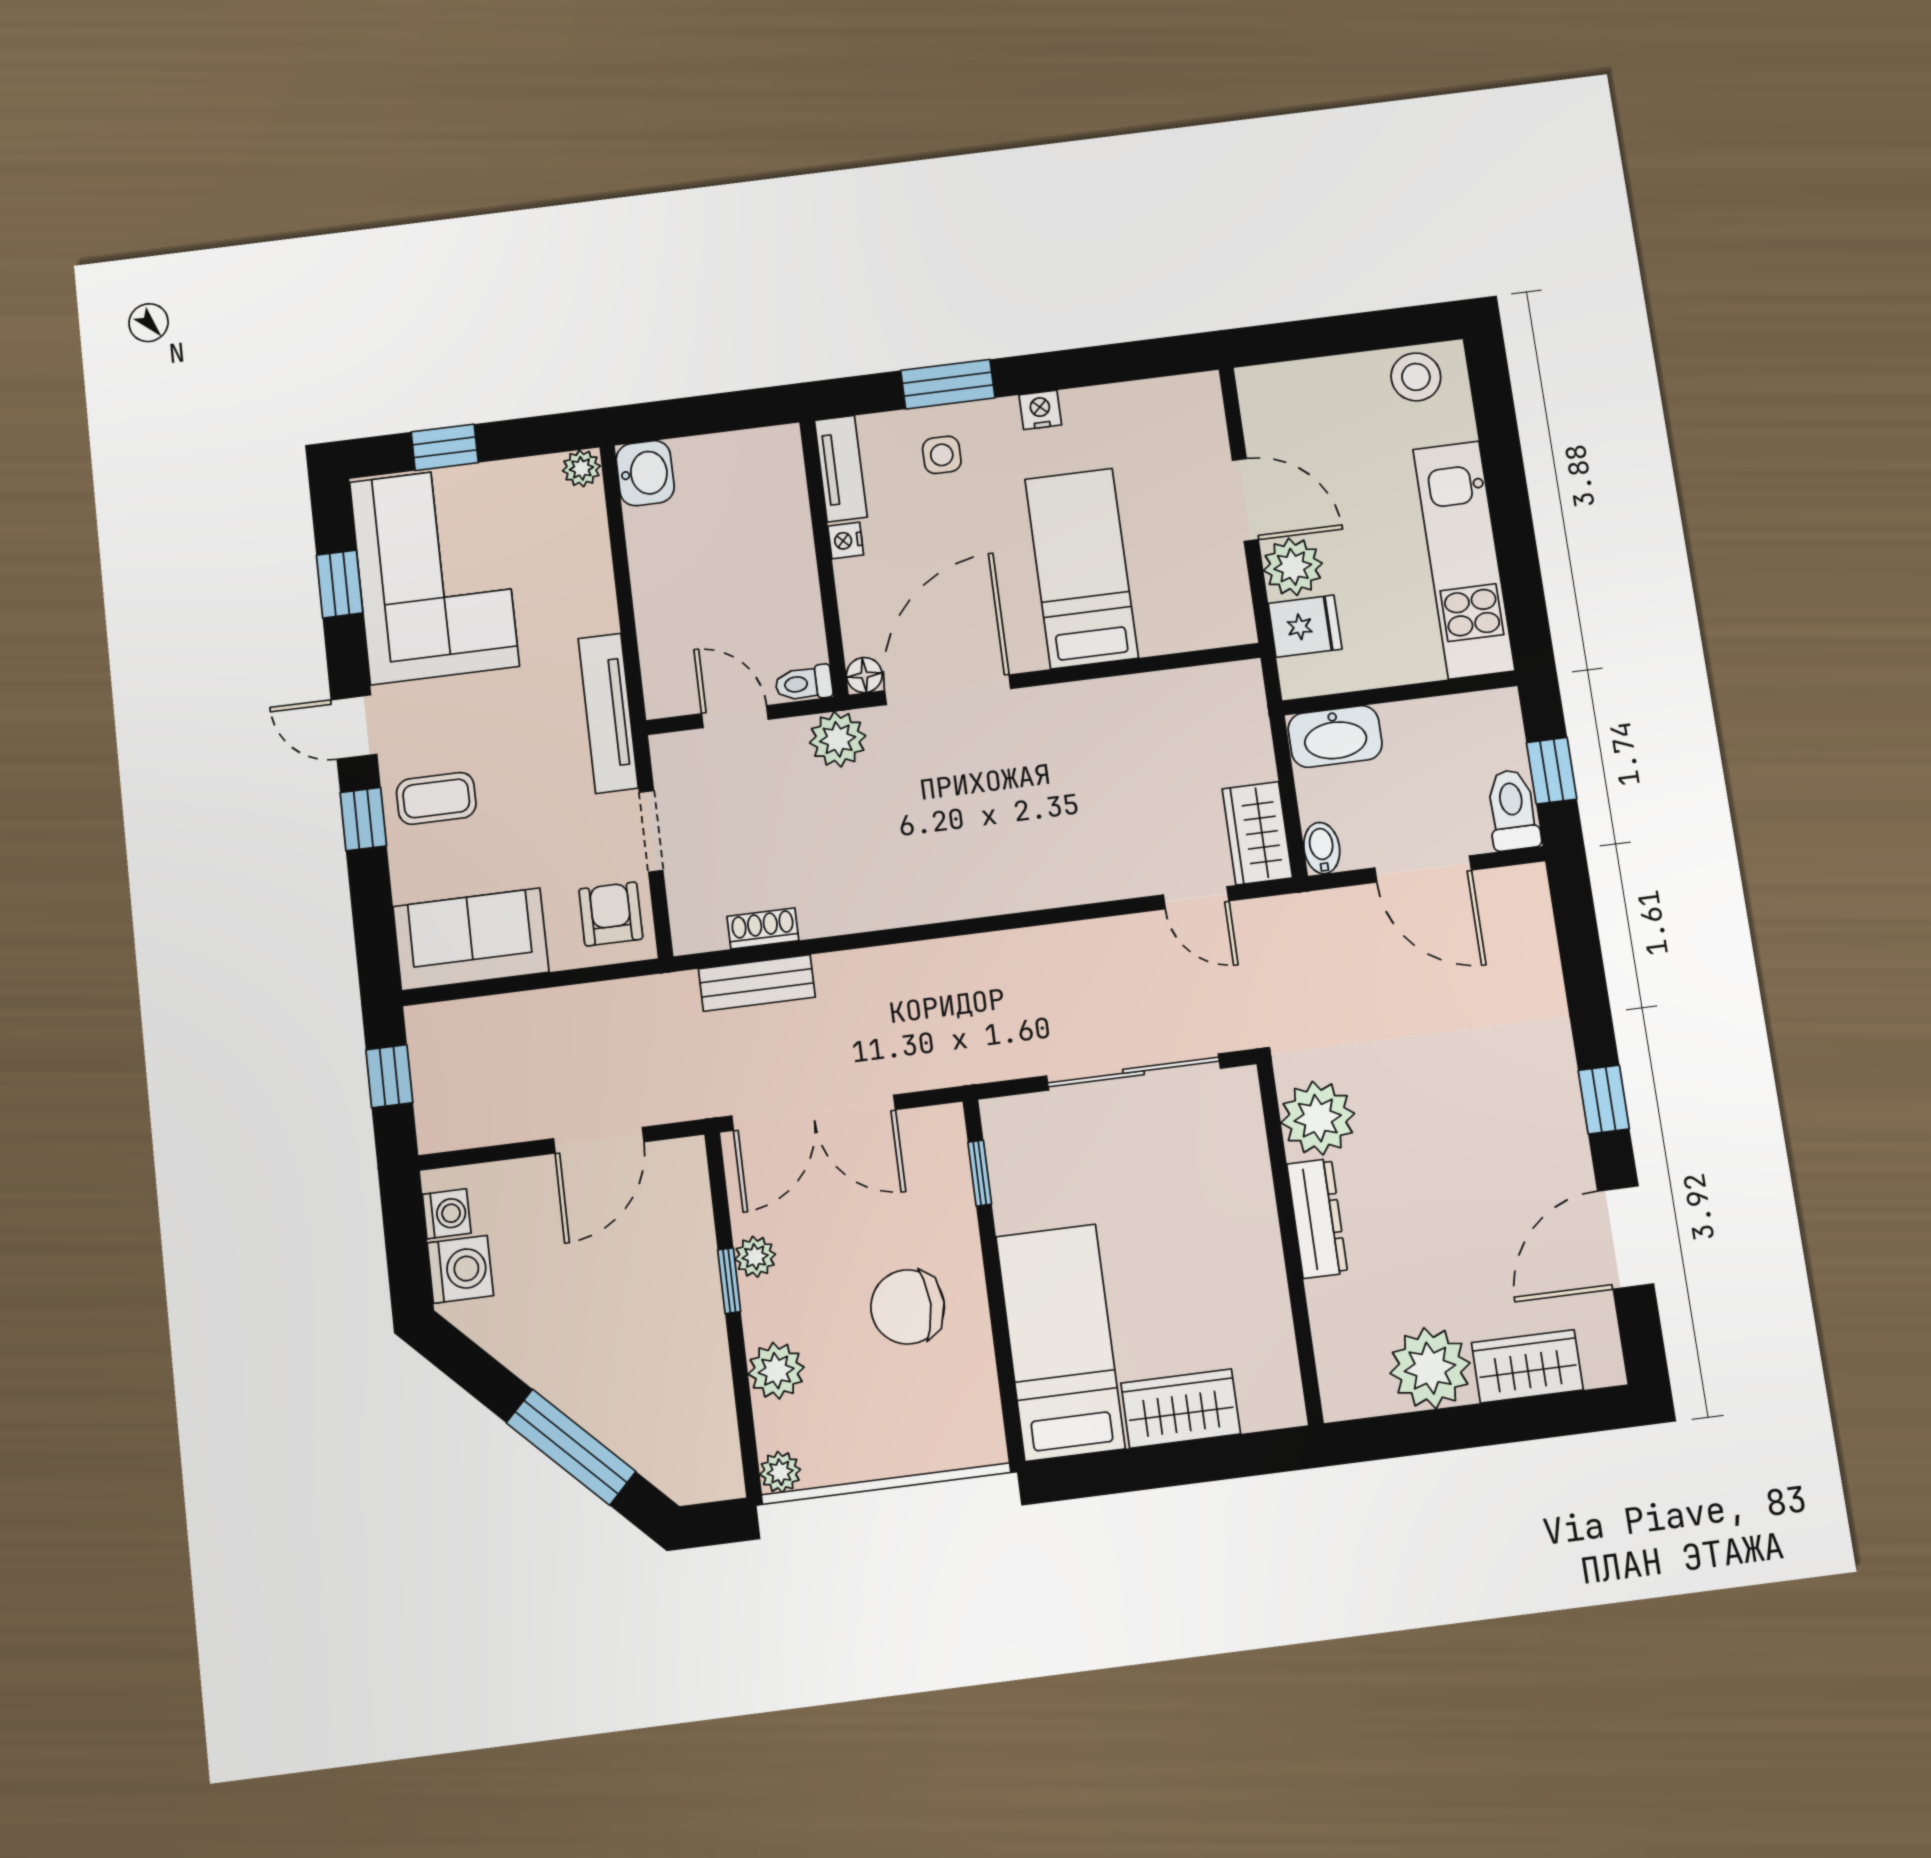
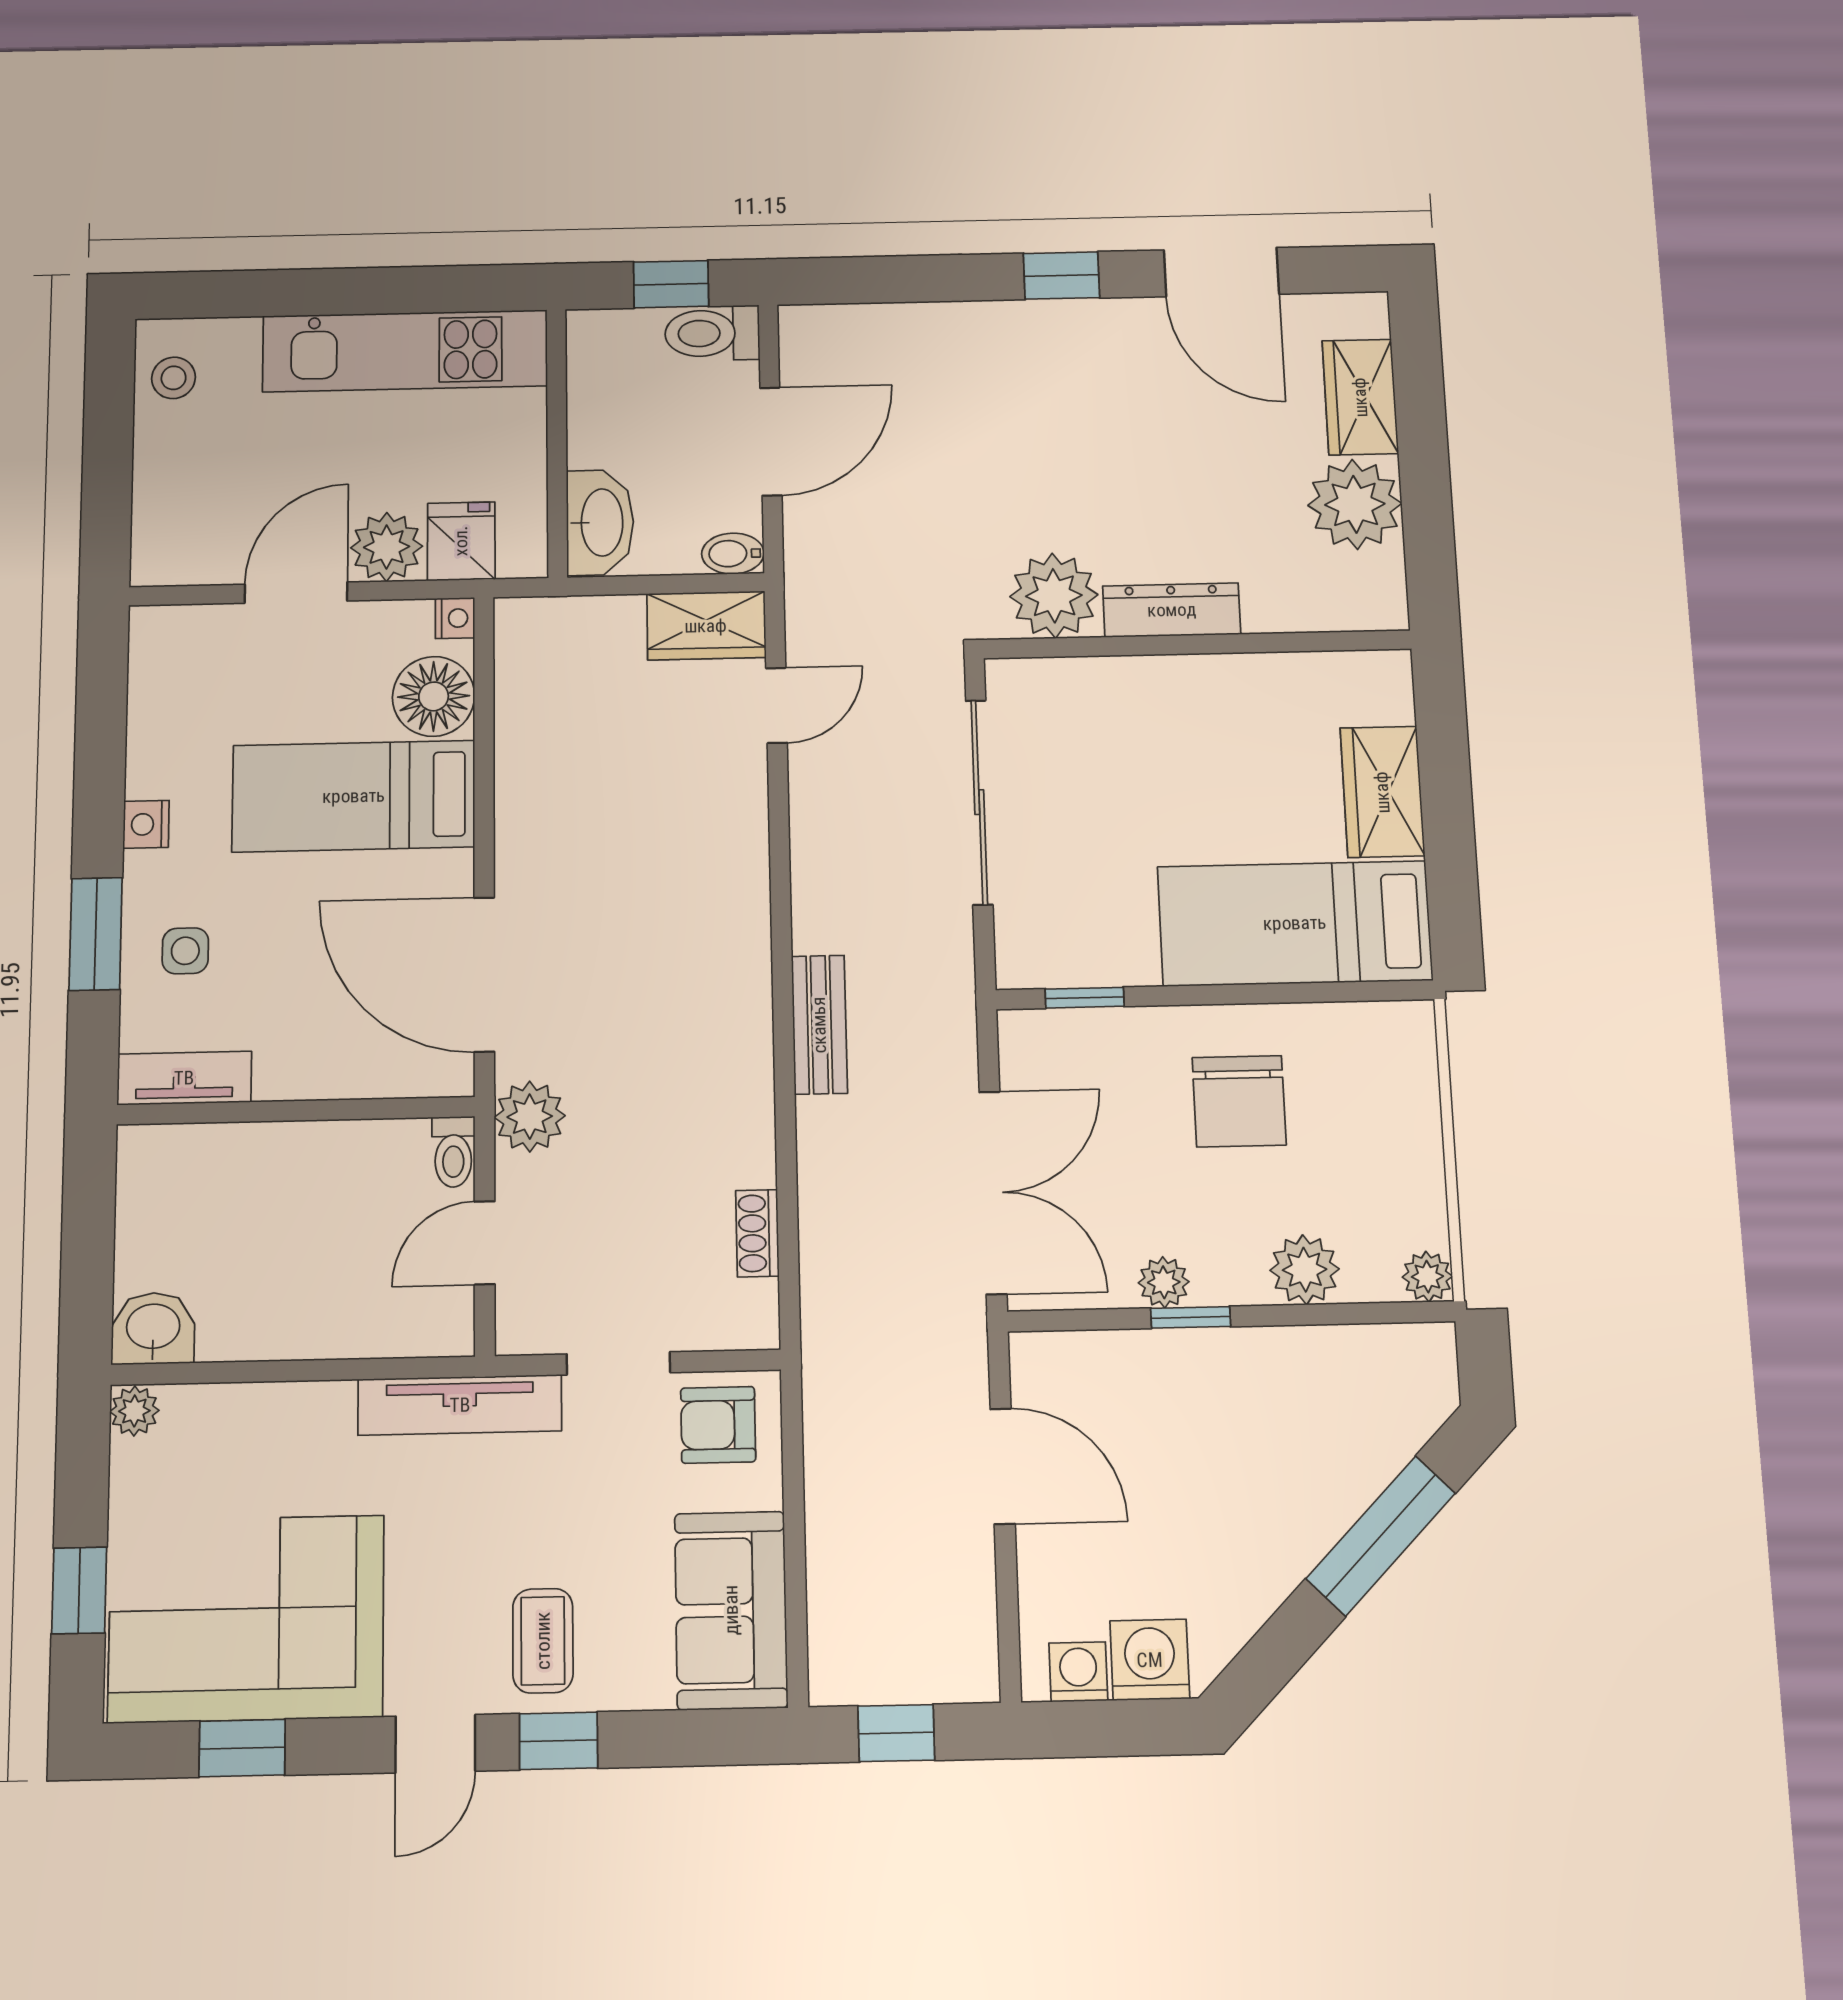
stool: (1416, 377) -> (174, 378), width x0.73, depth x0.73
nightstand: (846, 541) -> (455, 618), moved, turned -90
floor lamp: (864, 675) -> (434, 696), moved, width x1.89, depth x1.89
bench: (757, 983) -> (819, 1025), moved

